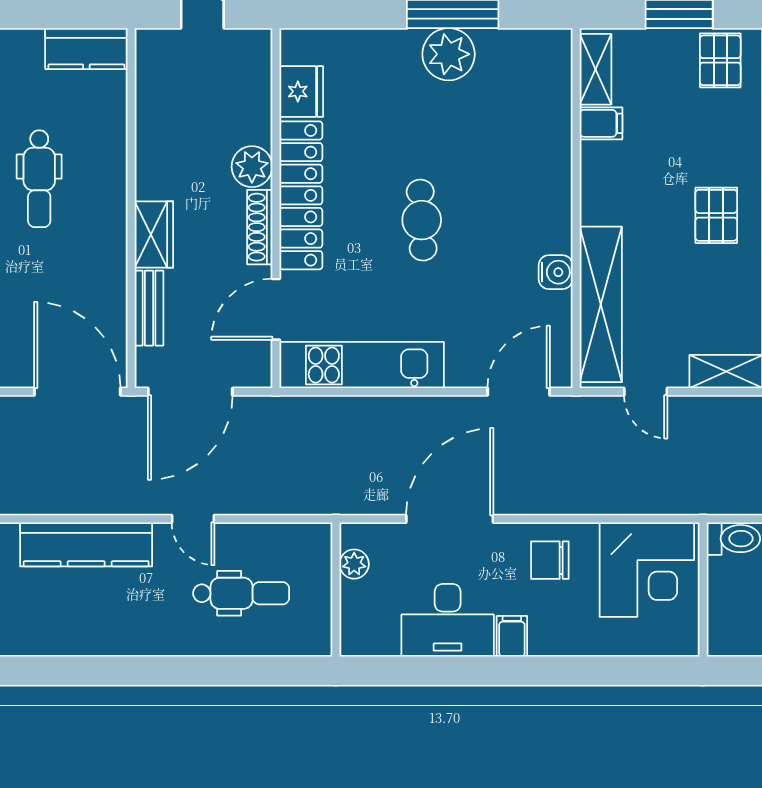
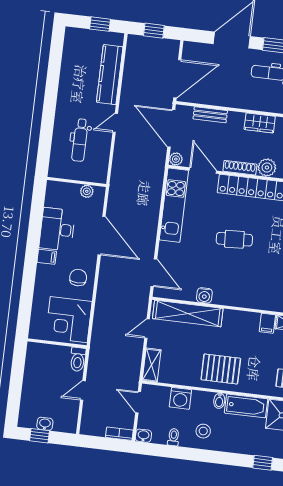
pallet: (716, 215) -> (221, 369), width x1.50, depth x1.42
wardrobe: (154, 235) -> (260, 123), moved
plant: (258, 373) -> (176, 159), added

